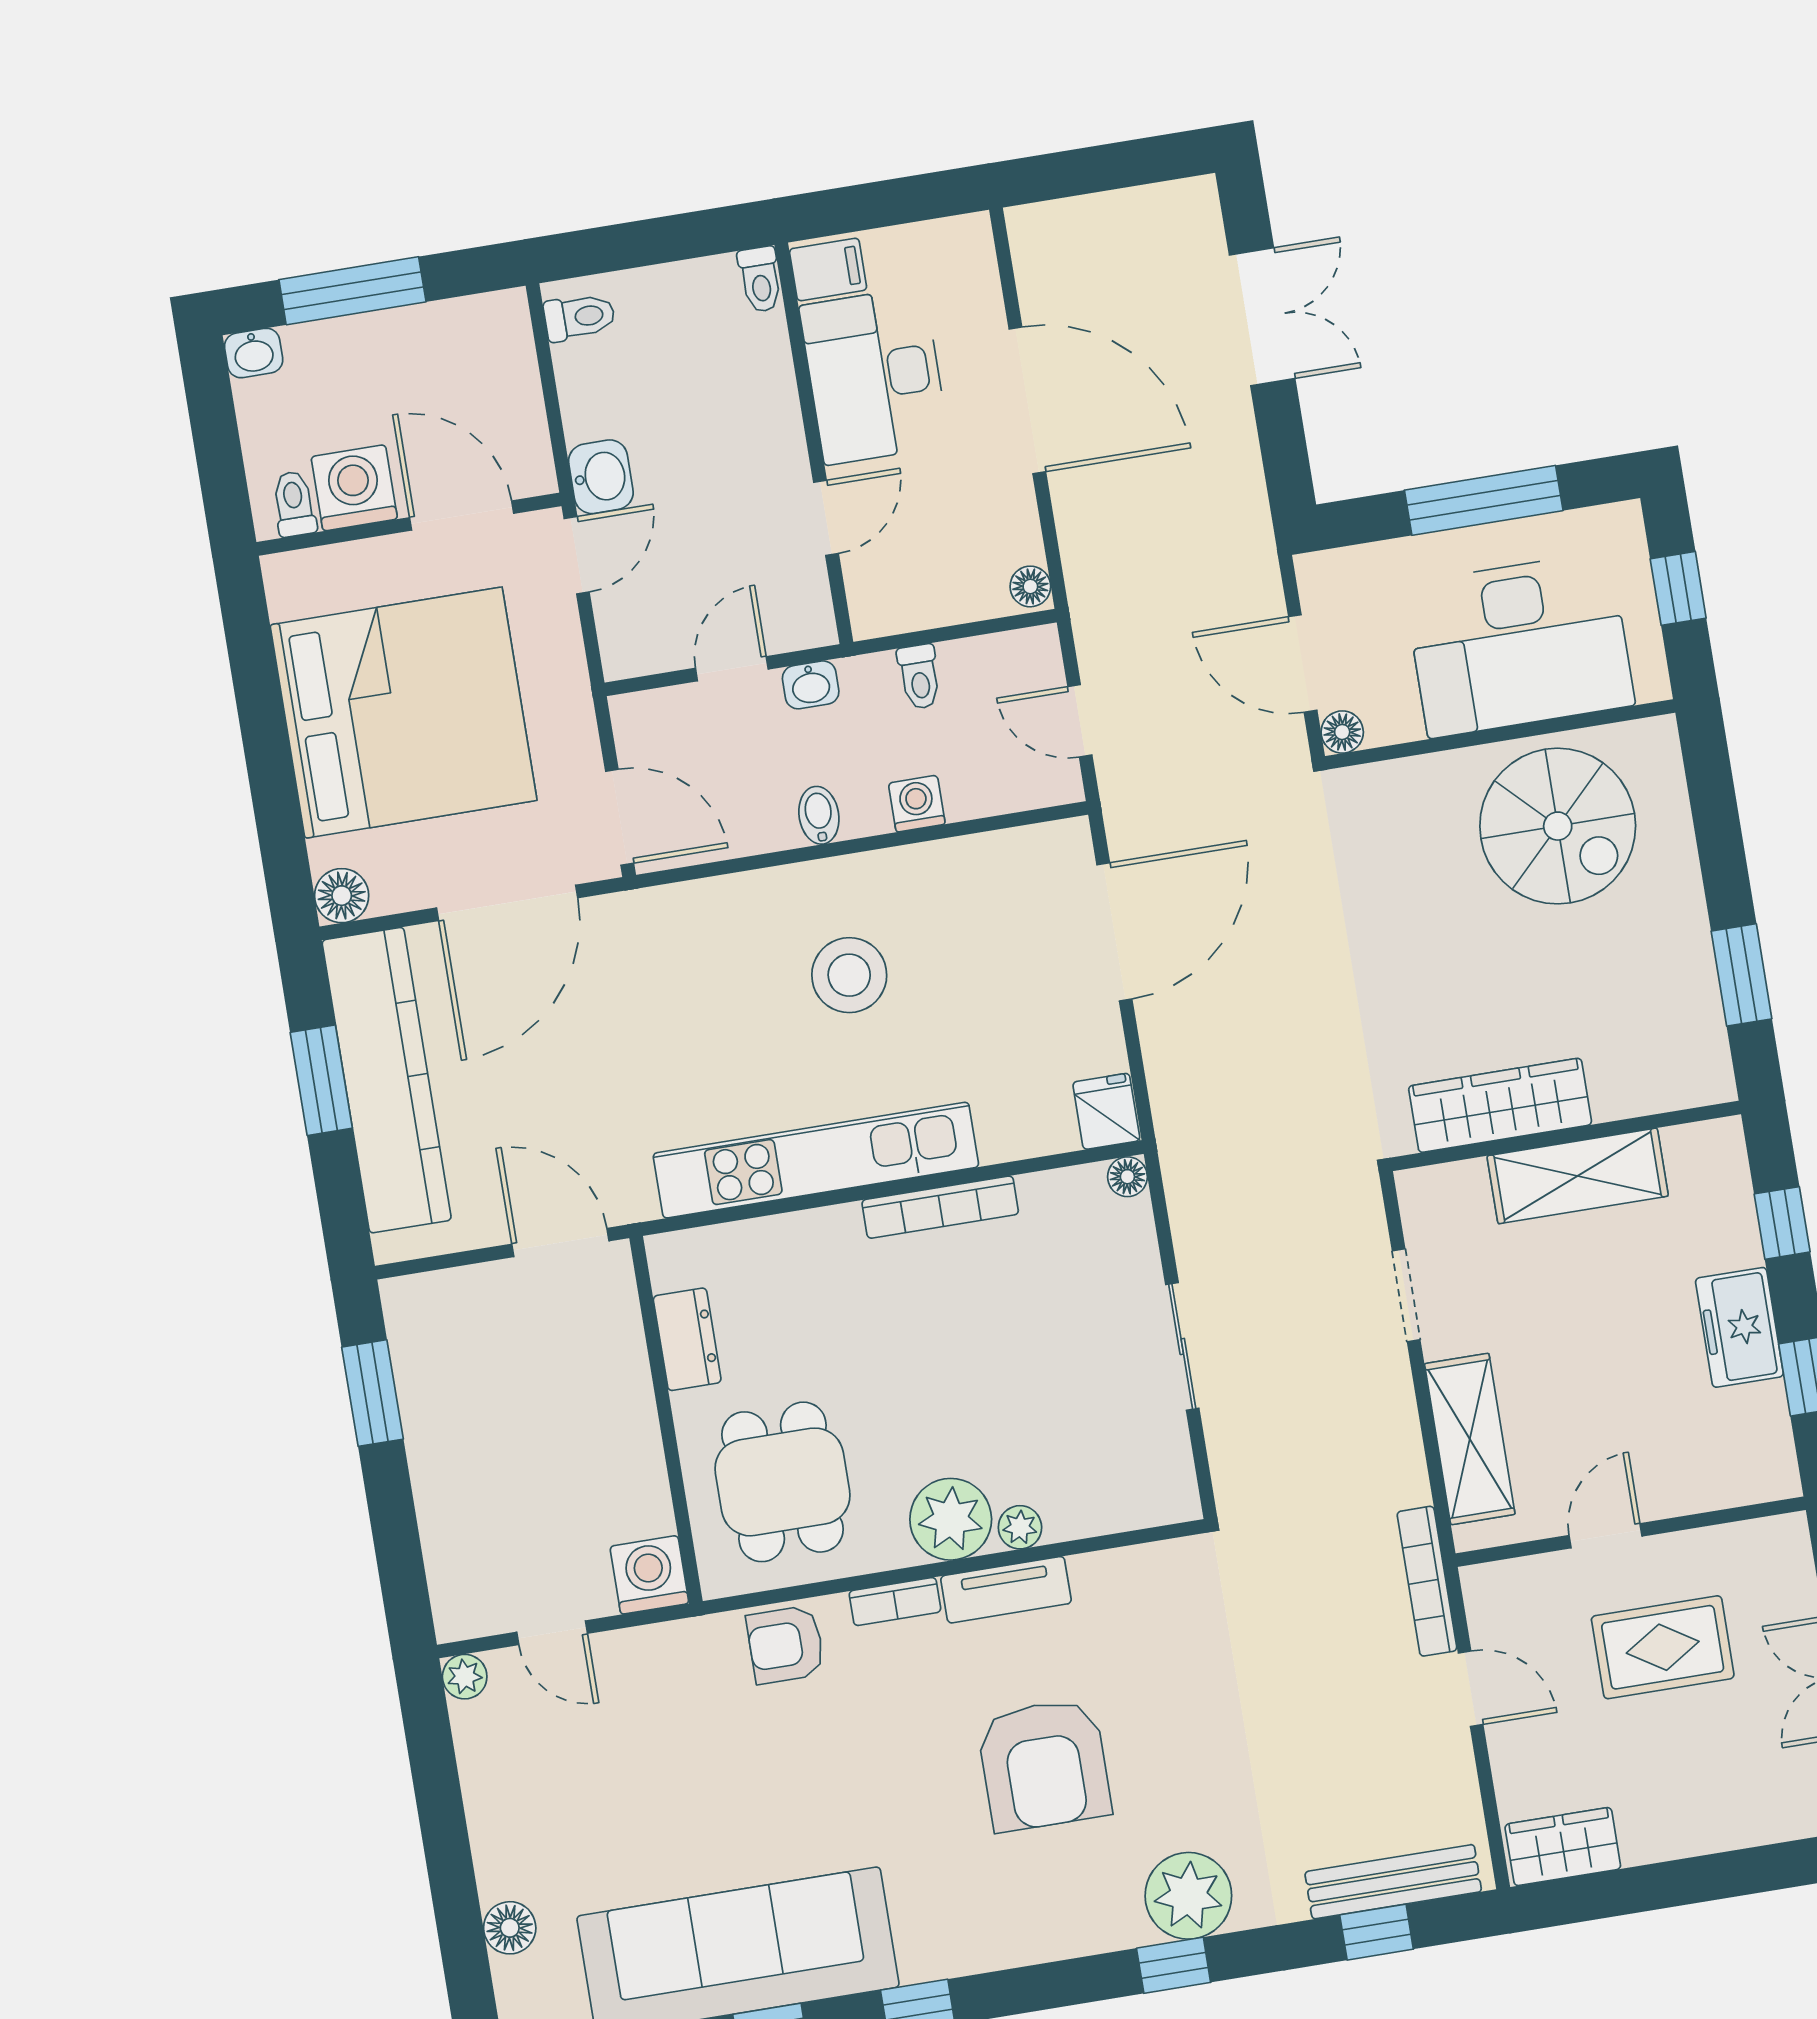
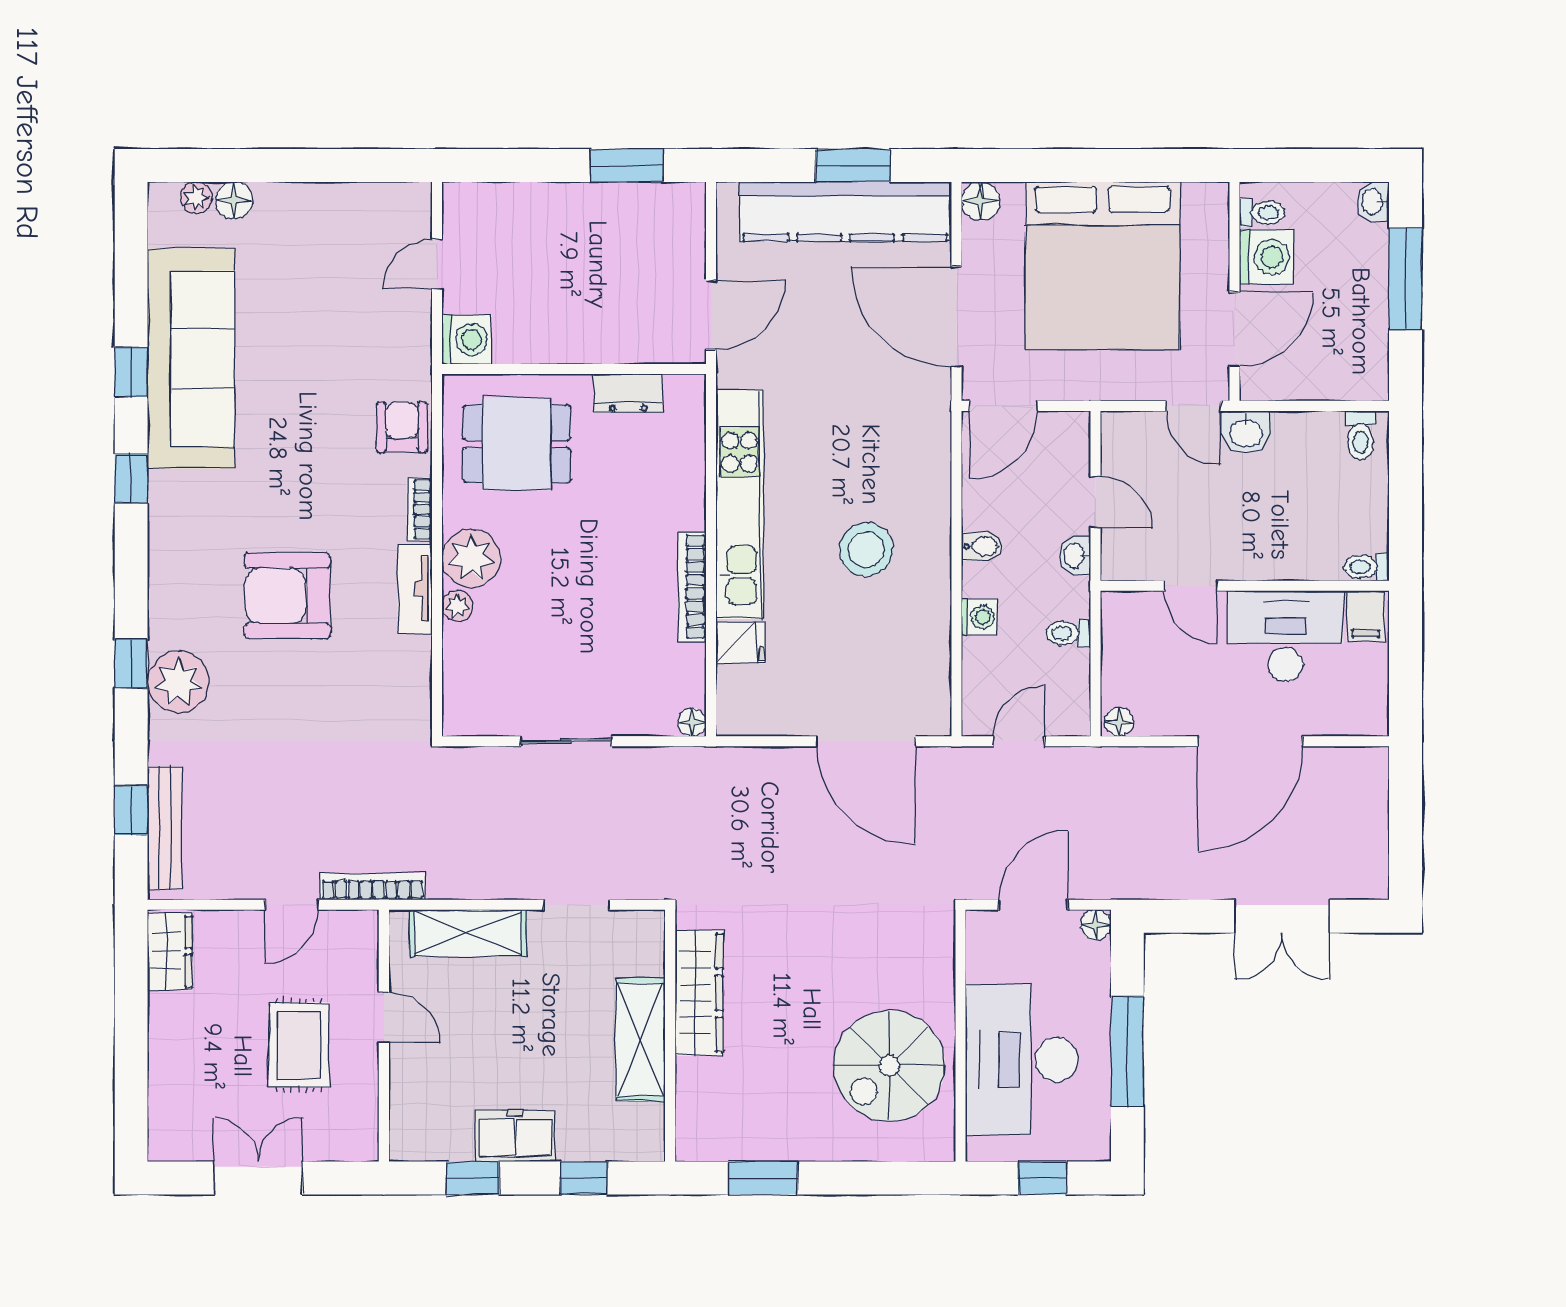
floor lamp: (1342, 732) -> (1096, 925), moved
fridge: (1106, 1111) -> (740, 643), moved
plant: (465, 1677) -> (196, 198), moved

